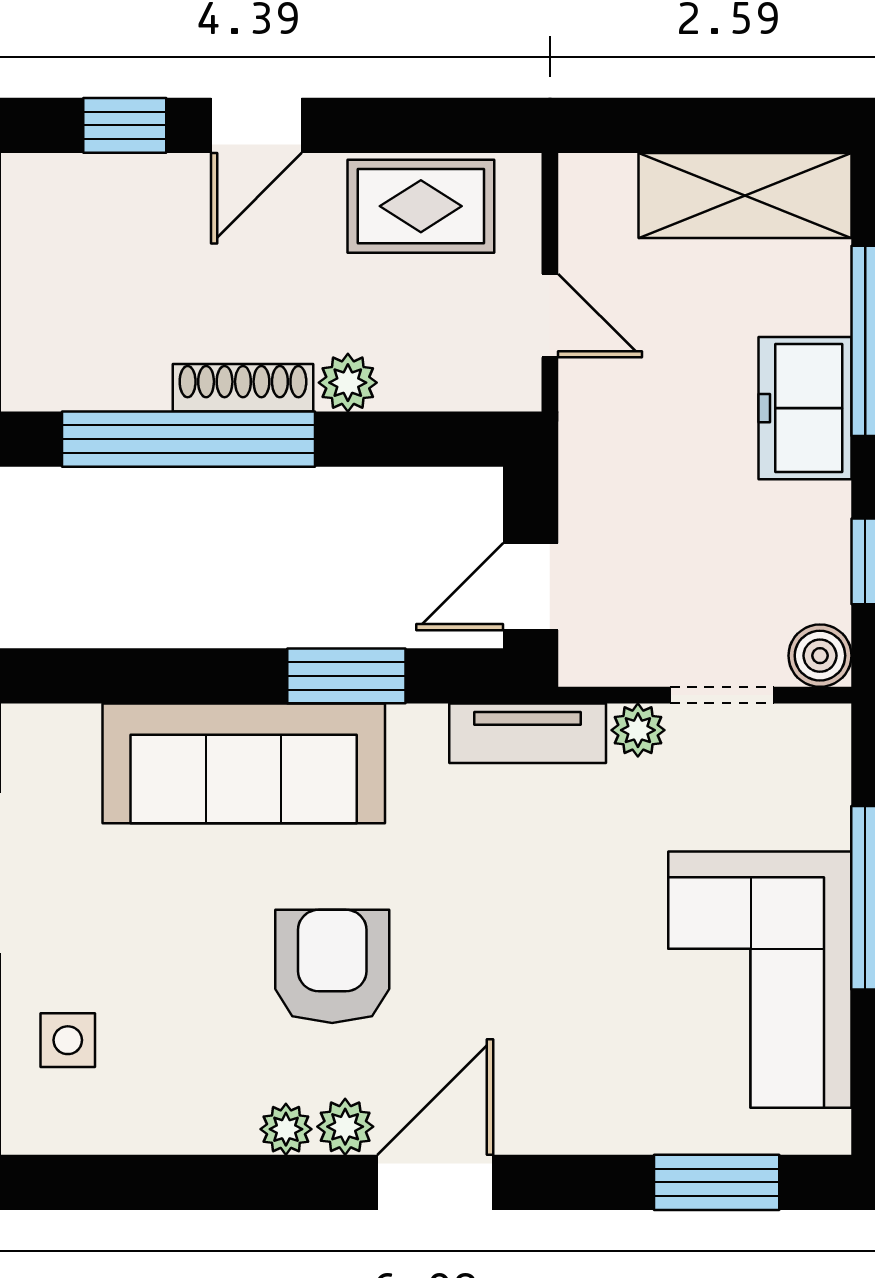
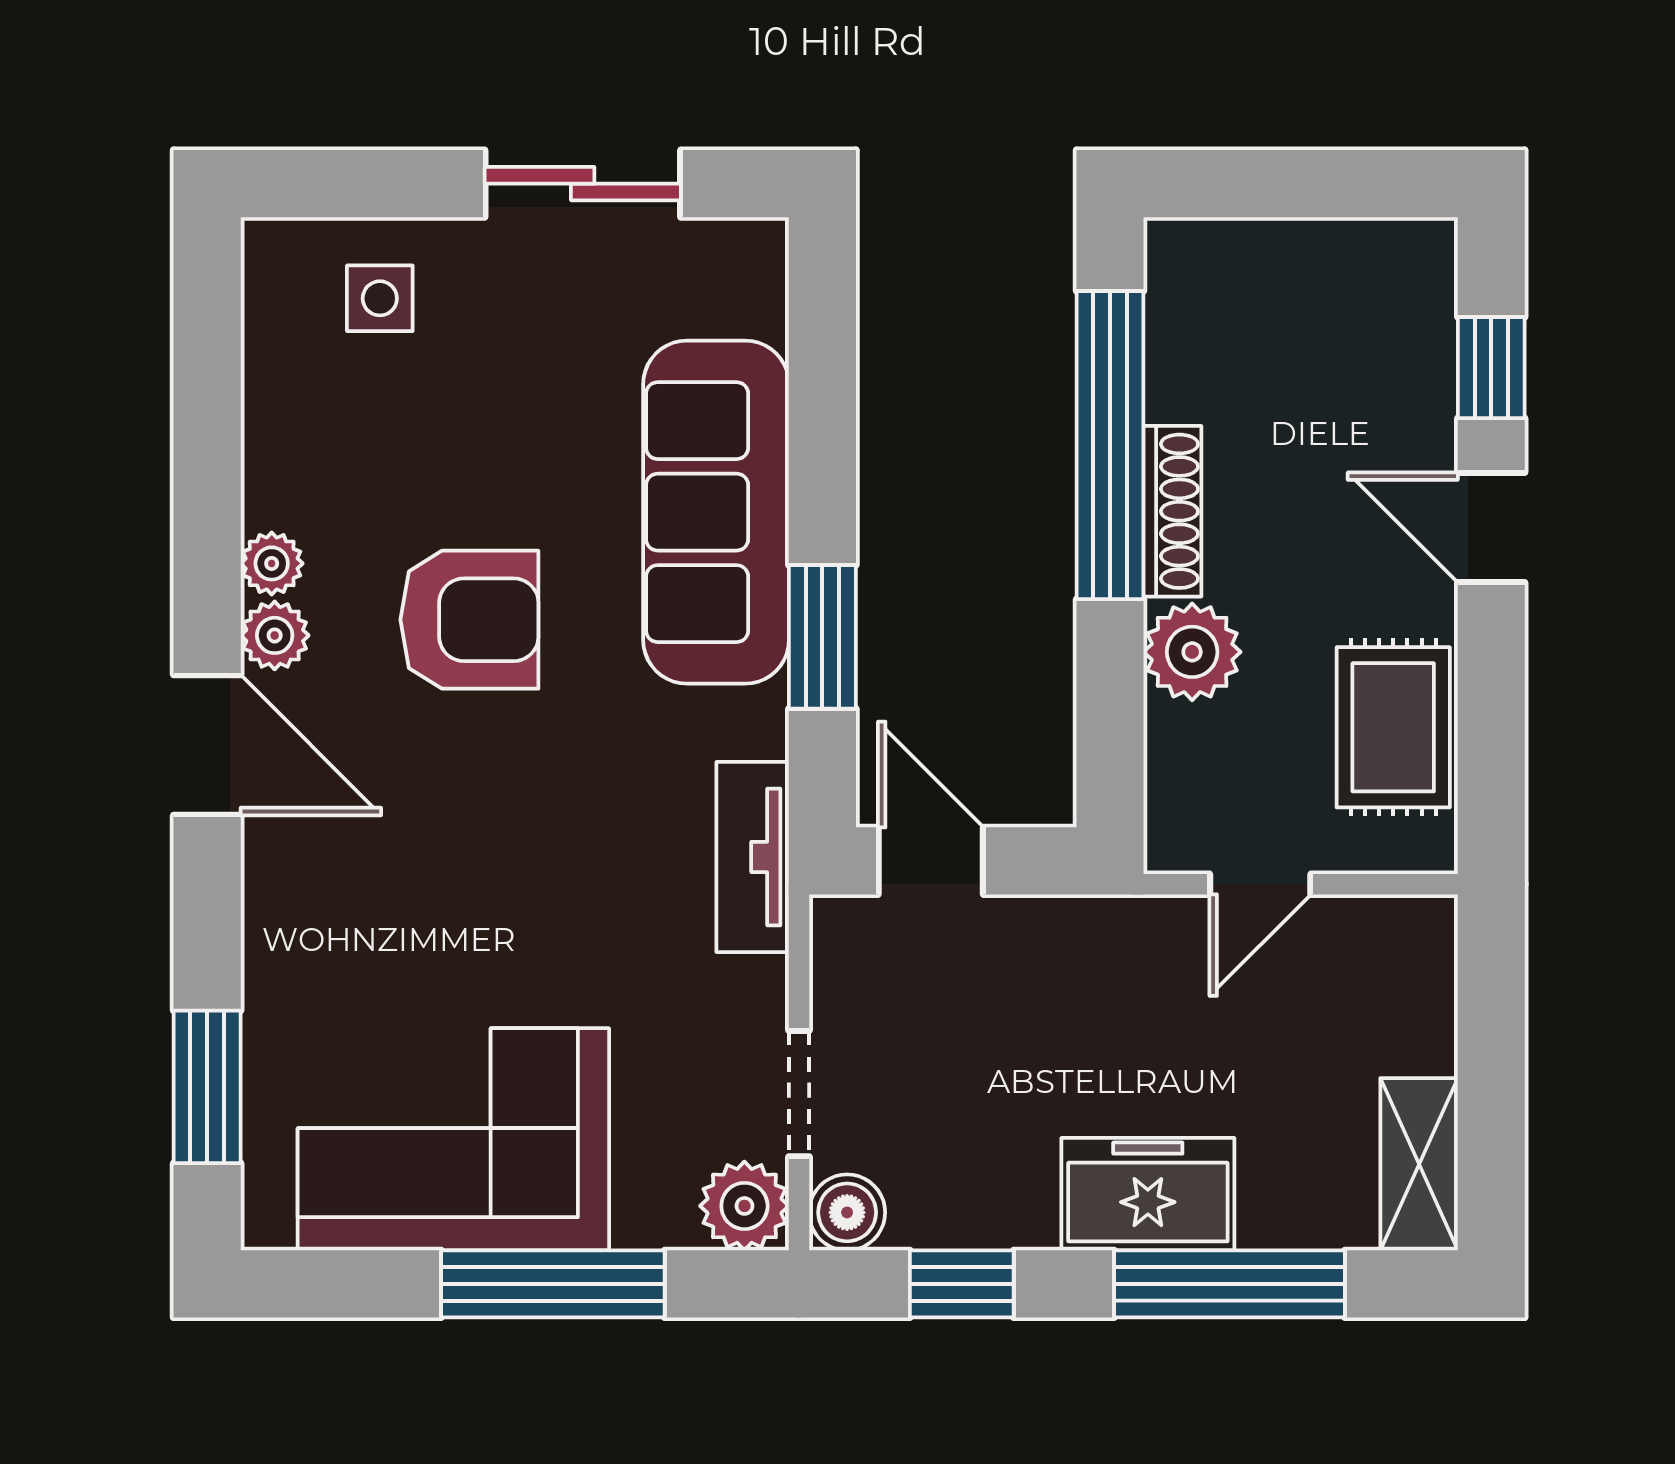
shelving: (745, 196) -> (1419, 1164), width x0.67, depth x0.75
plant: (348, 383) -> (1192, 652), width x1.38, depth x1.38
plant: (638, 730) -> (744, 1206), moved, width x1.38, depth x1.38

